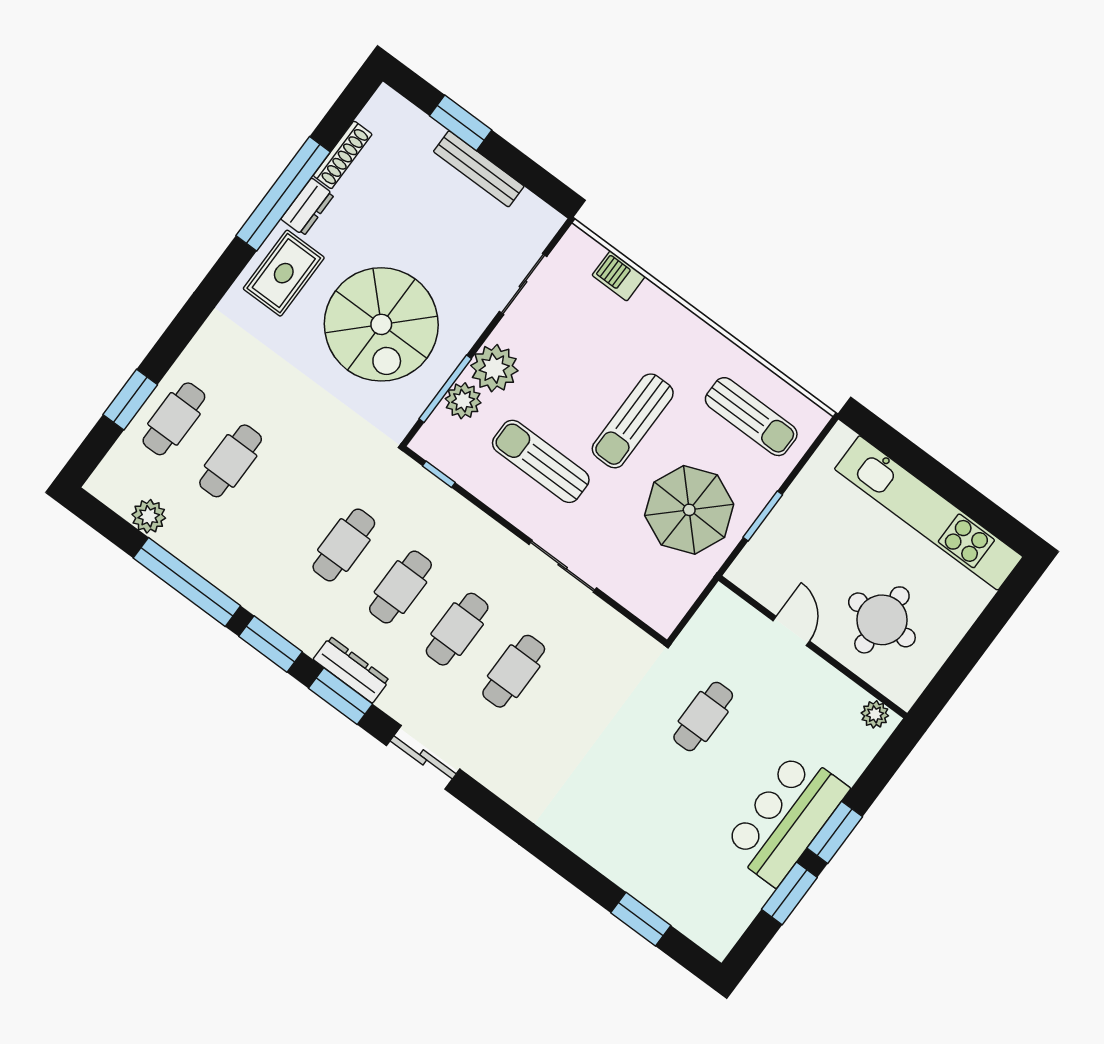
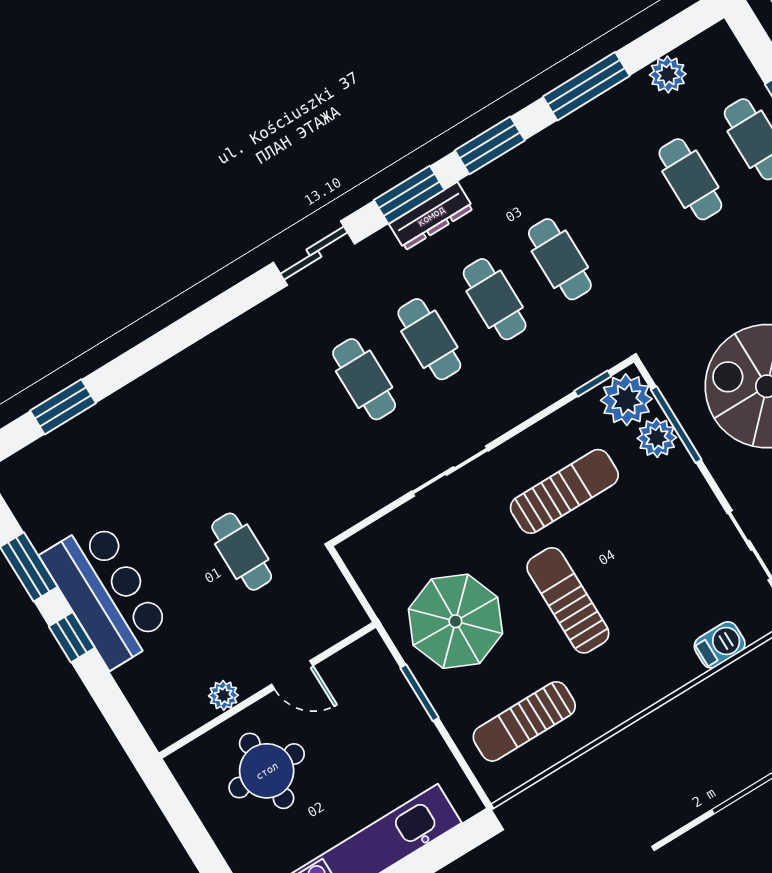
plant: (494, 368) -> (626, 400), moved
window: (187, 582) -> (586, 86), width x0.68
plant: (875, 714) -> (223, 695), moved
window: (835, 832) -> (72, 637), width x0.67

